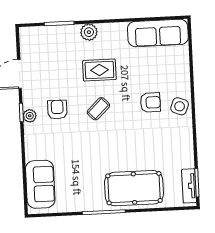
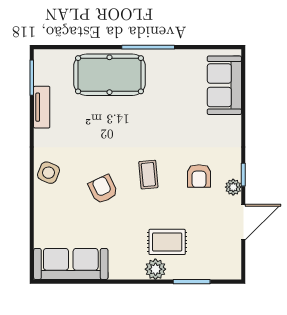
rug: (99, 70) -> (167, 242), moved
armchair: (150, 102) -> (103, 189), moved, turned 65
coffee table: (98, 109) -> (148, 175), turned -51
plant: (30, 116) -> (233, 187), moved
tv unit: (189, 186) -> (42, 107), moved

